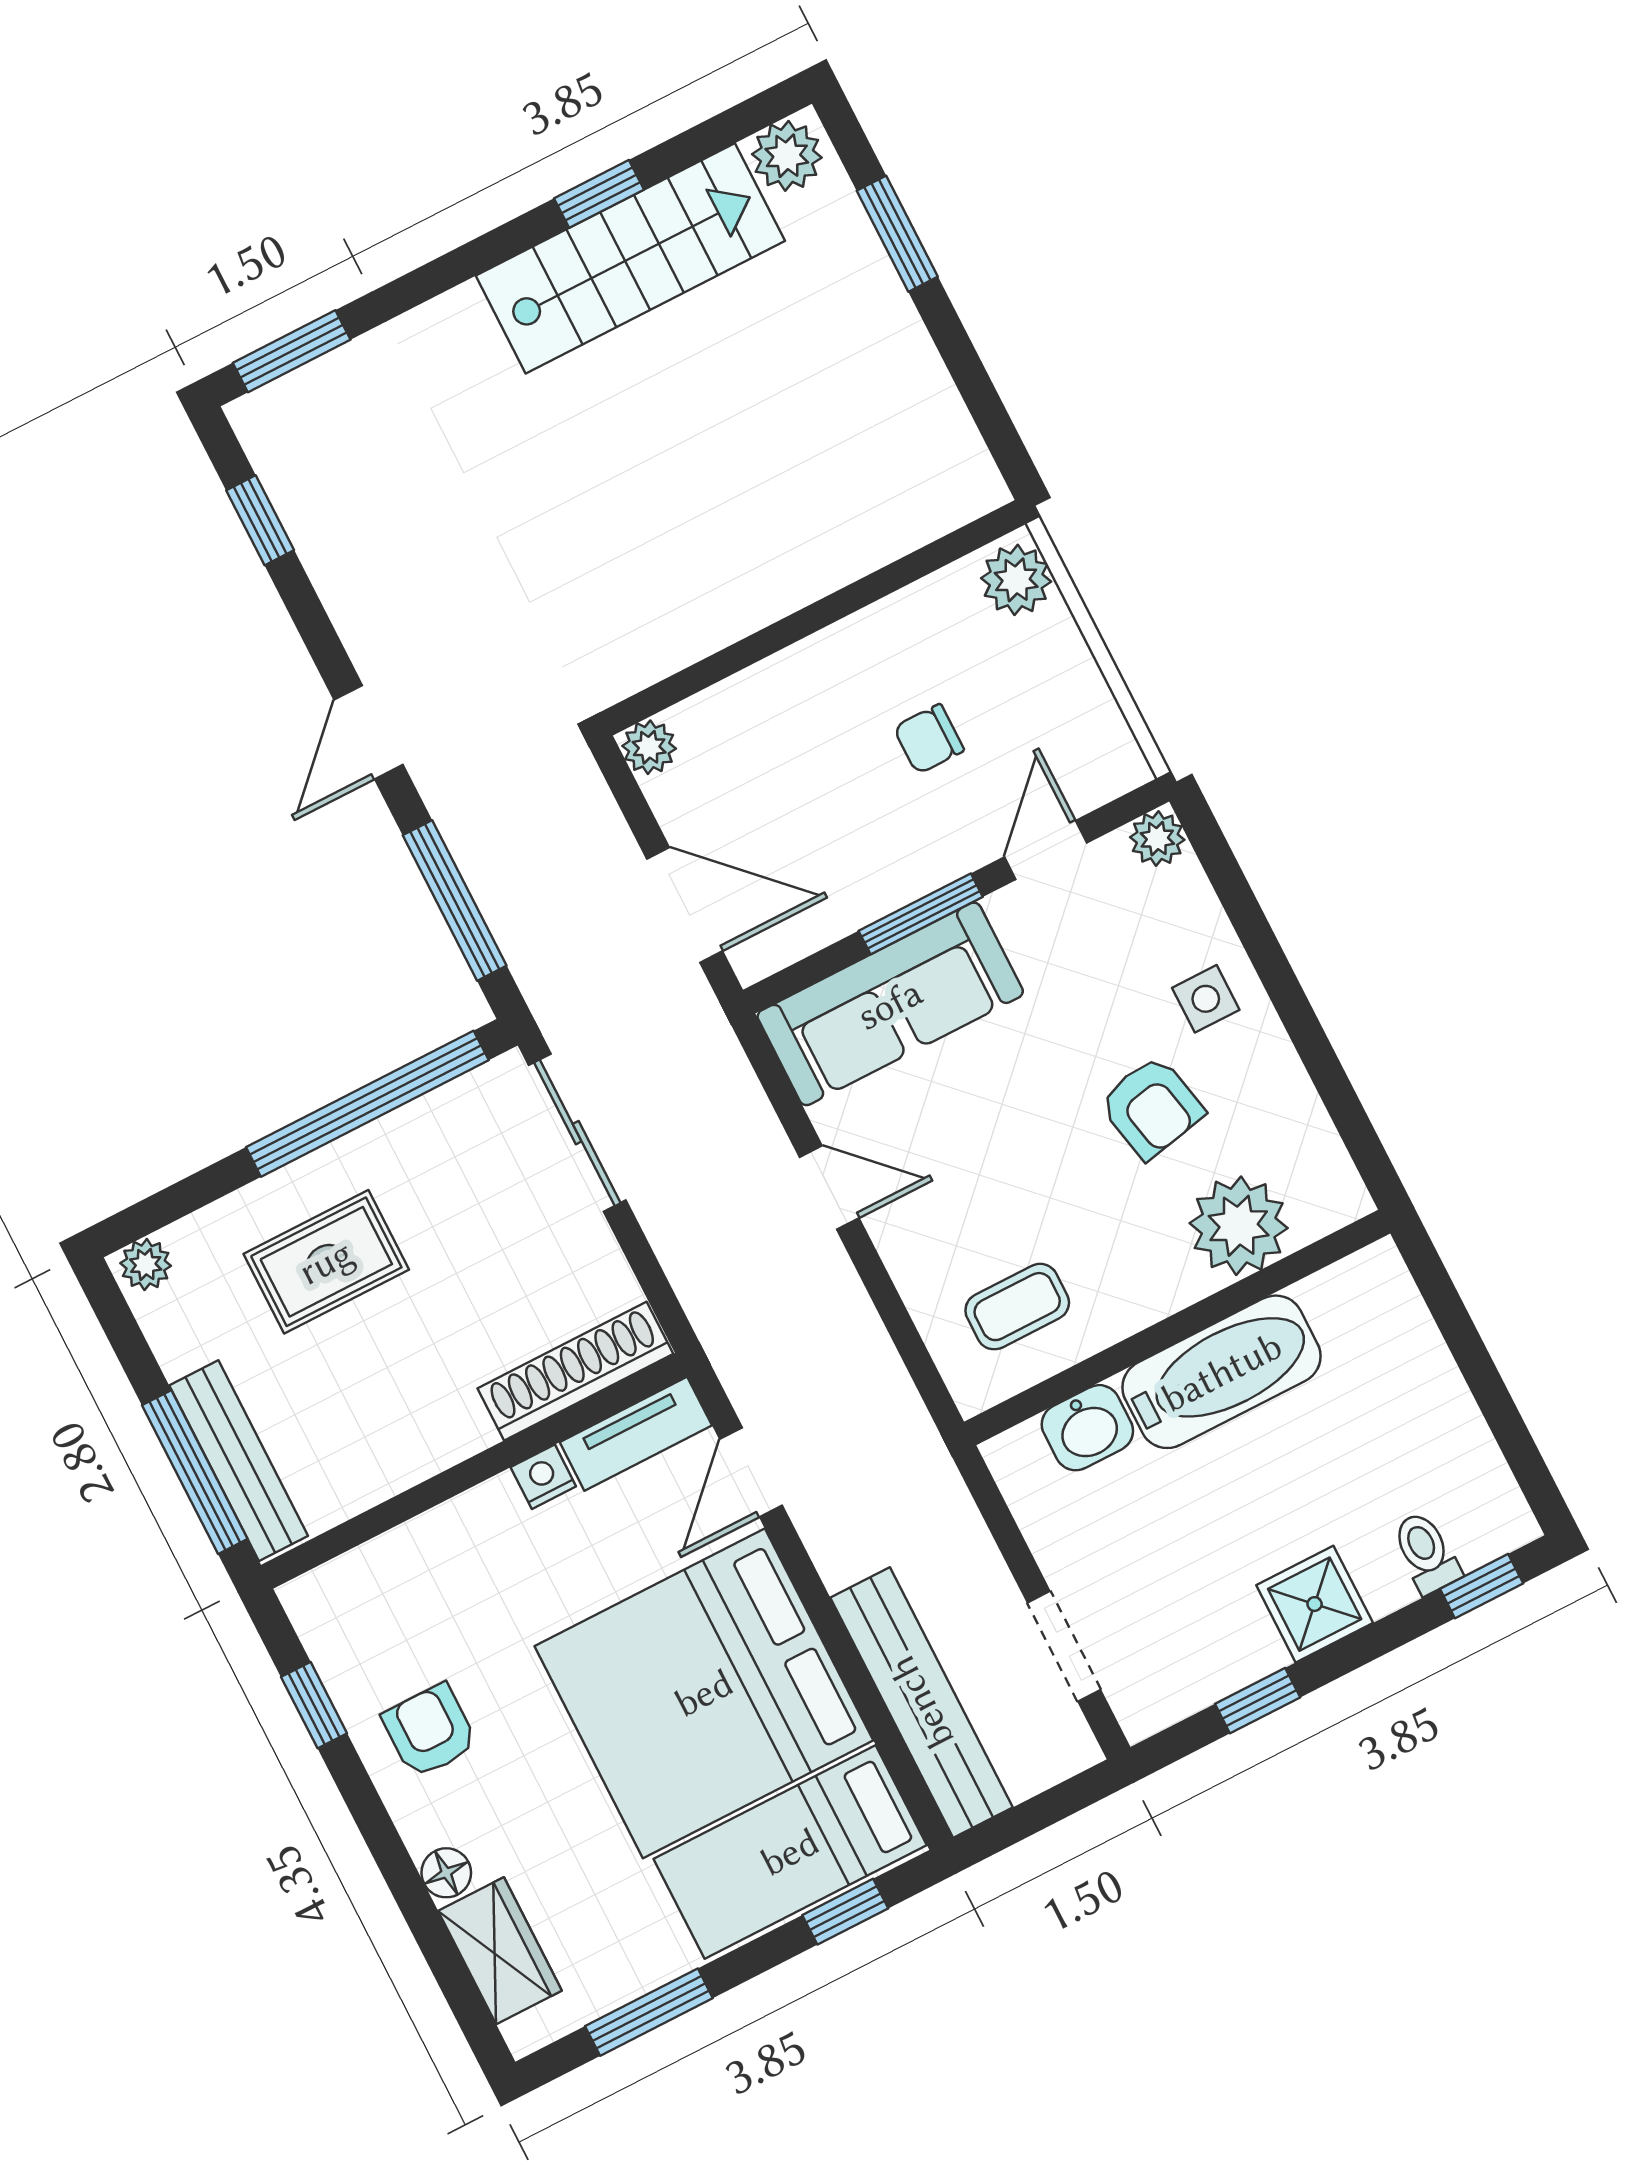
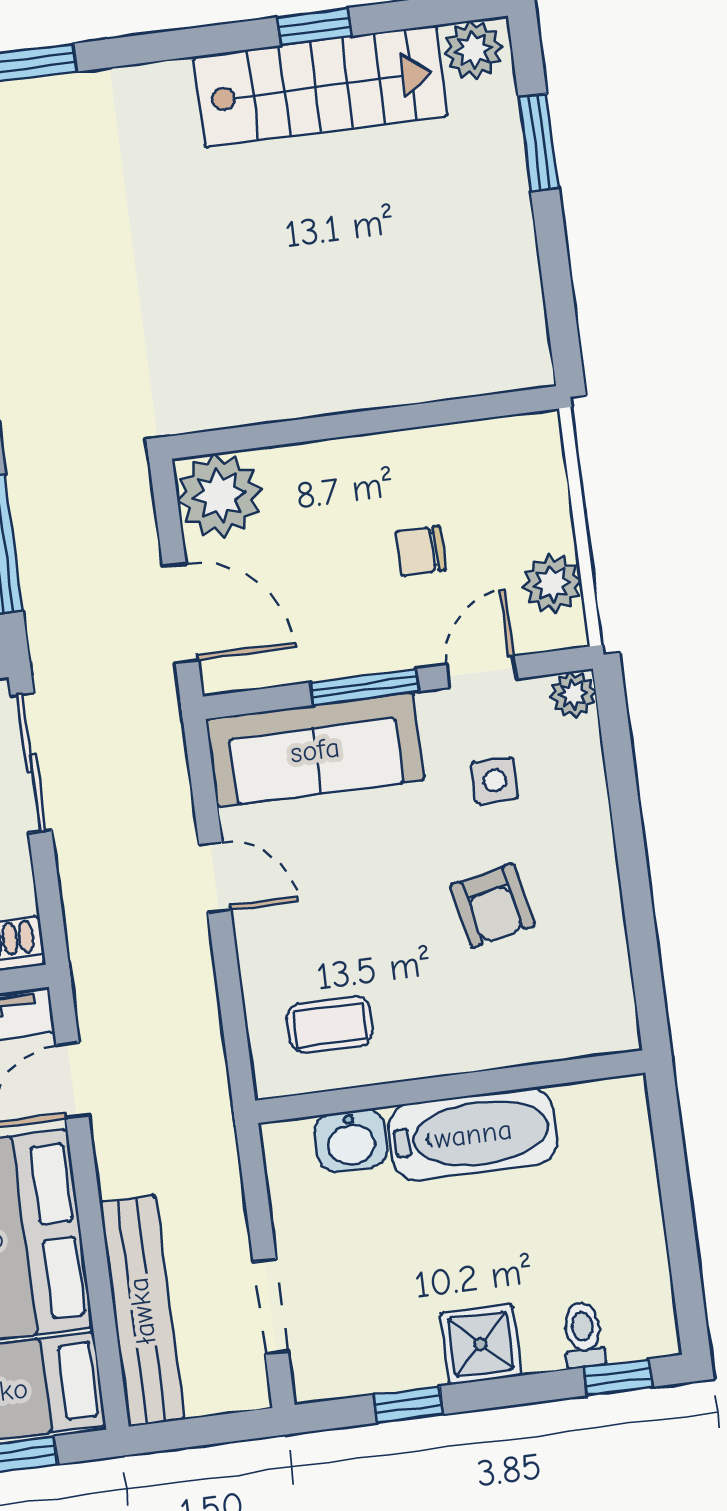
plant: (1016, 580) -> (552, 584), moved
plant: (649, 747) -> (219, 495), width x1.87, depth x1.87
side table: (1206, 999) -> (495, 780), moved
plant: (1239, 1226) -> (528, 1023), removed

